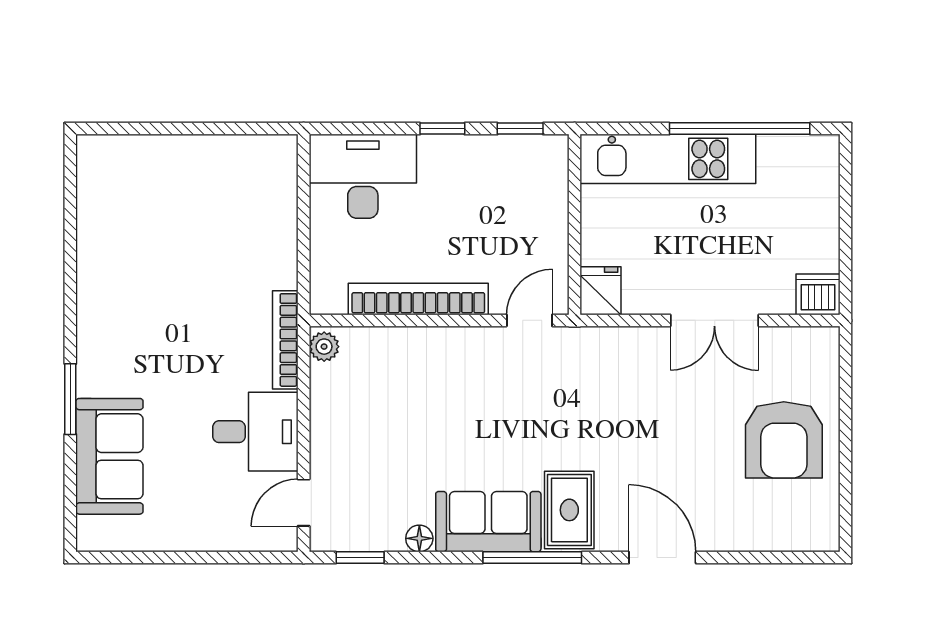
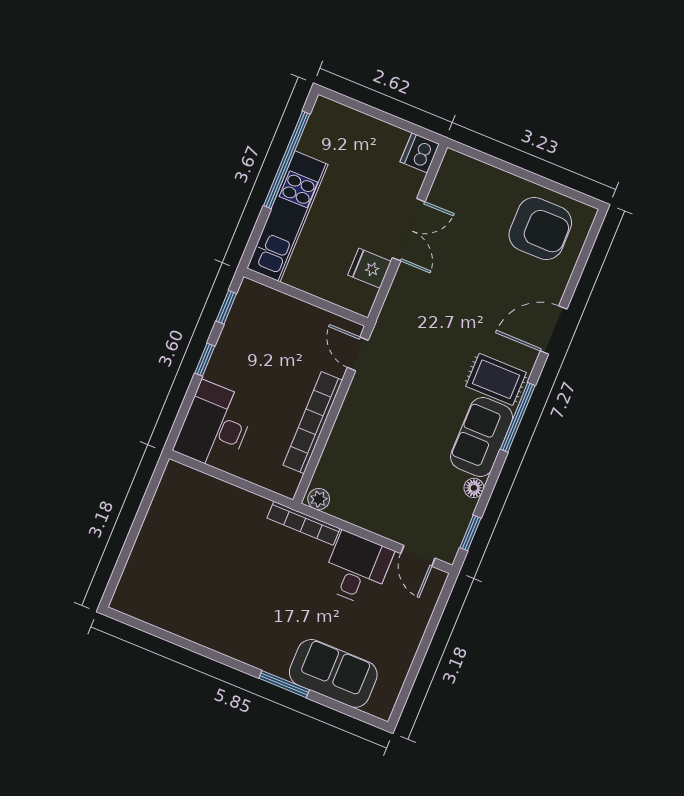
fridge: (601, 291) -> (370, 268), moved
armchair: (784, 440) -> (540, 229), moved

